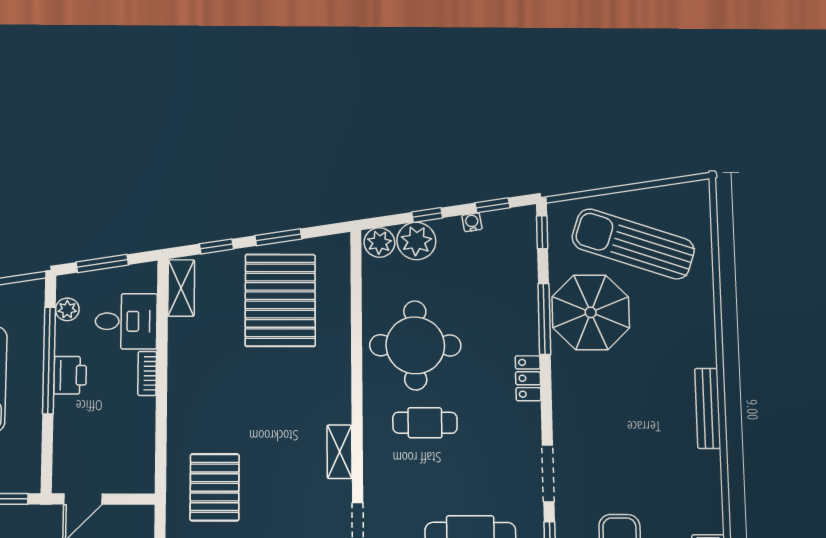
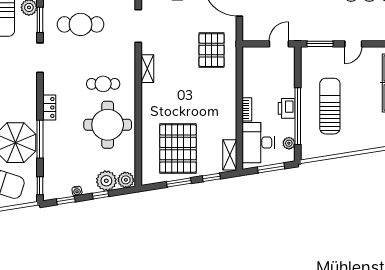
desk: (126, 321) -> (258, 143), width x1.37

